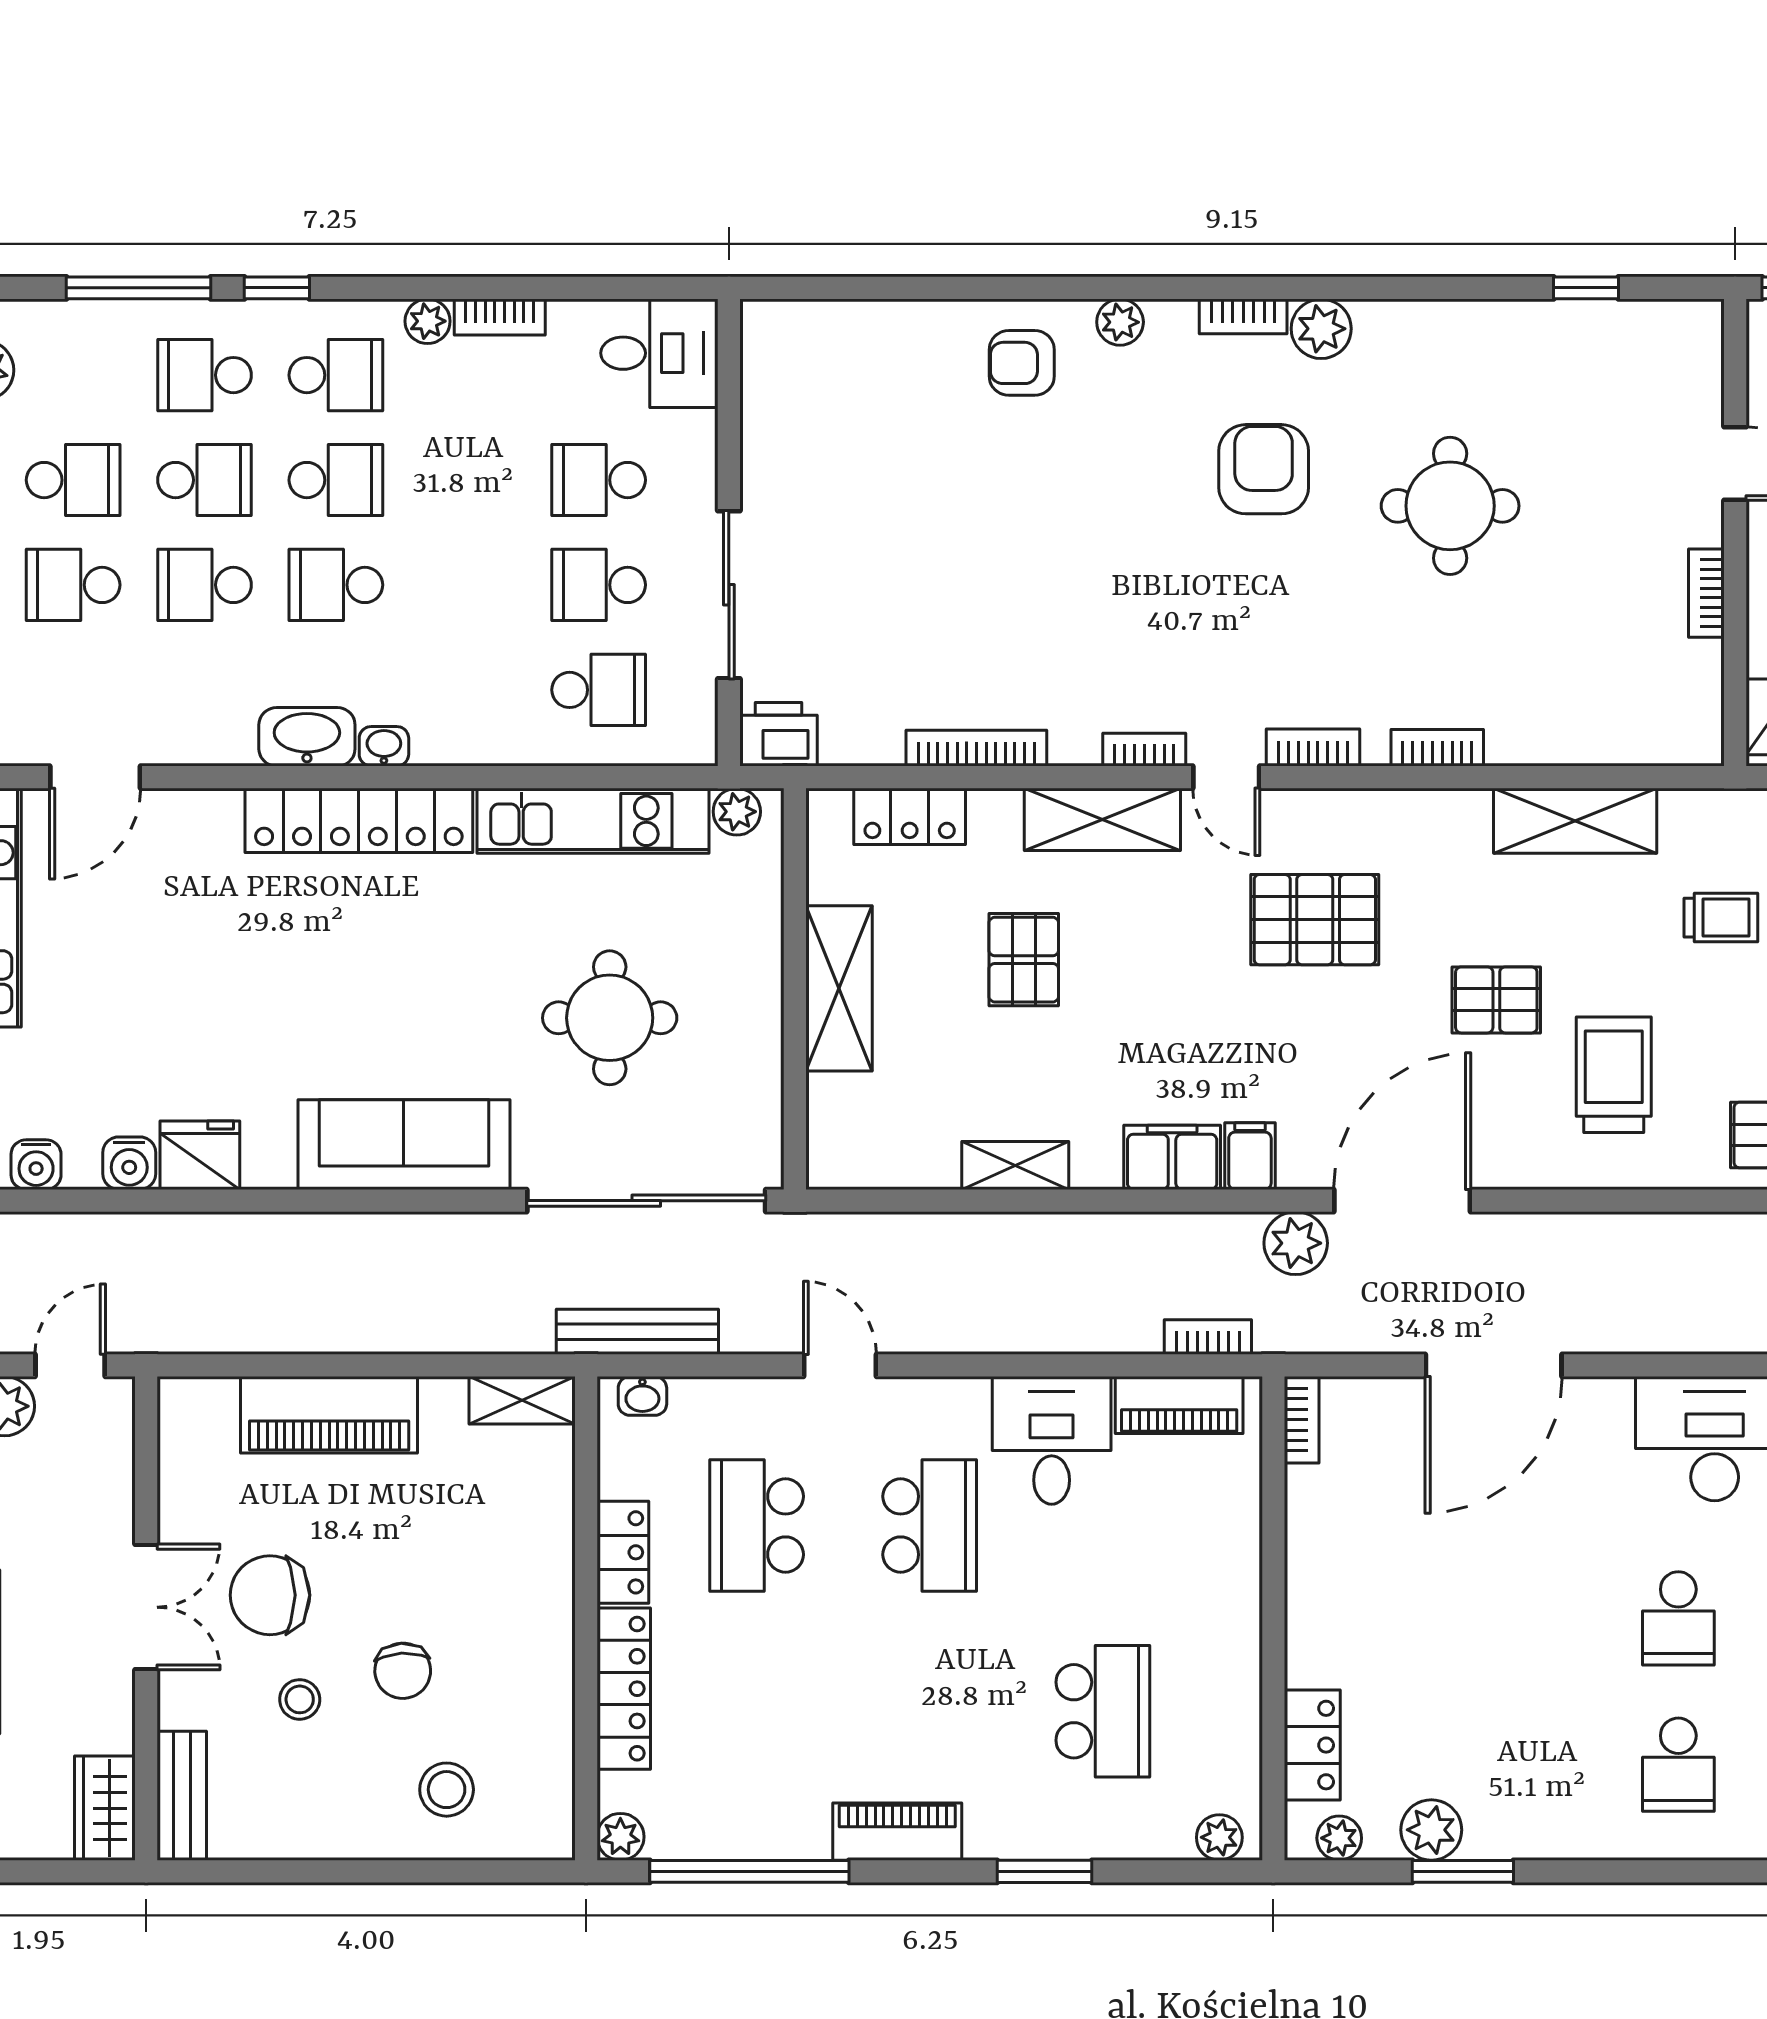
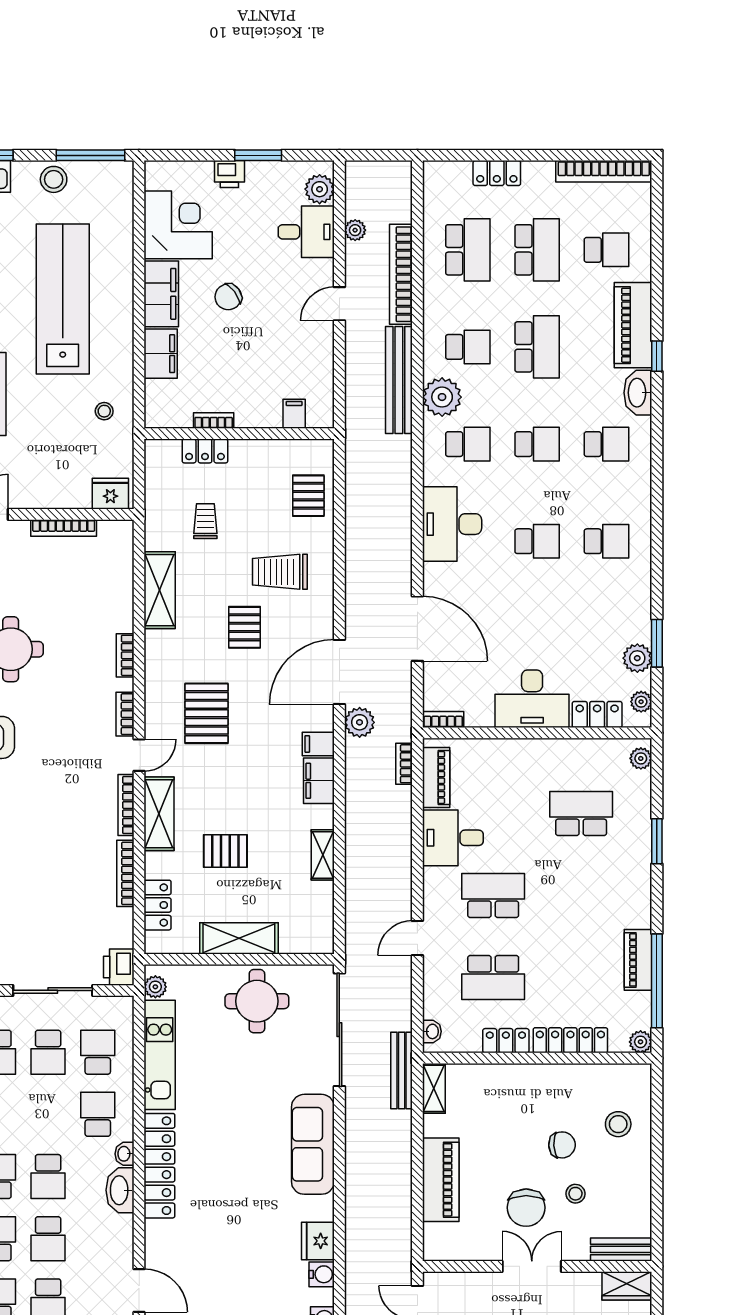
bookcase: (1706, 593) -> (64, 528), width x1.56
school desk: (467, 690) -> (98, 1114), added
bookcase: (1144, 750) -> (126, 805), width x1.56
round table: (610, 1018) -> (257, 1001), moved
door: (1402, 1201) -> (339, 672), hinge flipped
bench: (637, 1332) -> (402, 1070), moved
desk: (1345, 1608) -> (532, 699), added
piano: (897, 1832) -> (638, 960), moved

